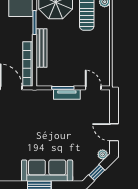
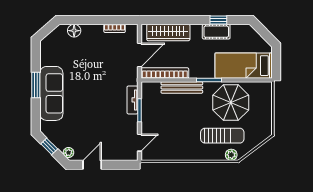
tv unit: (67, 94) -> (132, 100), moved

